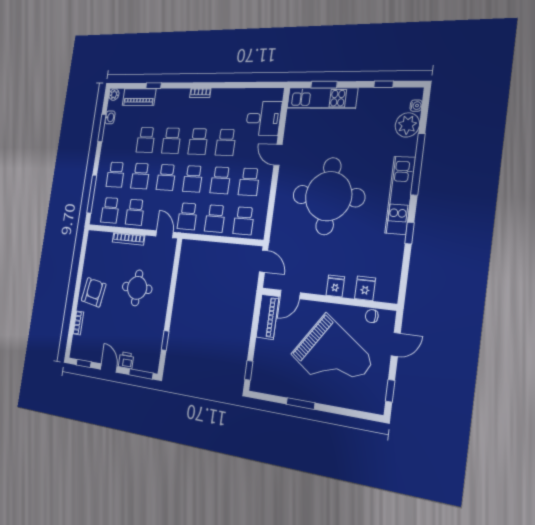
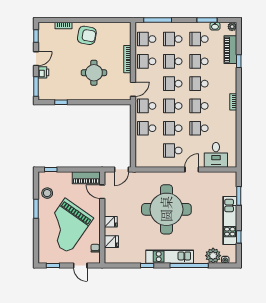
kitchen unit: (322, 98) -> (230, 220), moved
school desk: (244, 221) -> (199, 39), moved
stool: (281, 382) -> (47, 193), added

